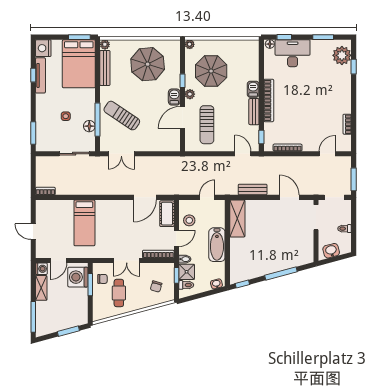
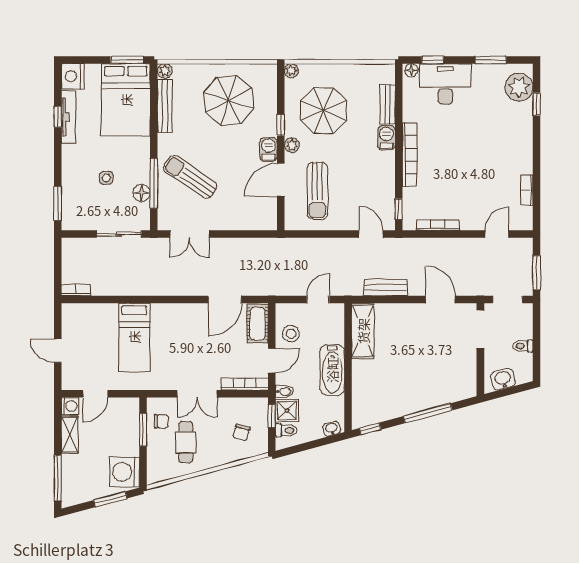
bench: (254, 112) -> (388, 104), moved
washing machine: (78, 277) -> (124, 472), moved

